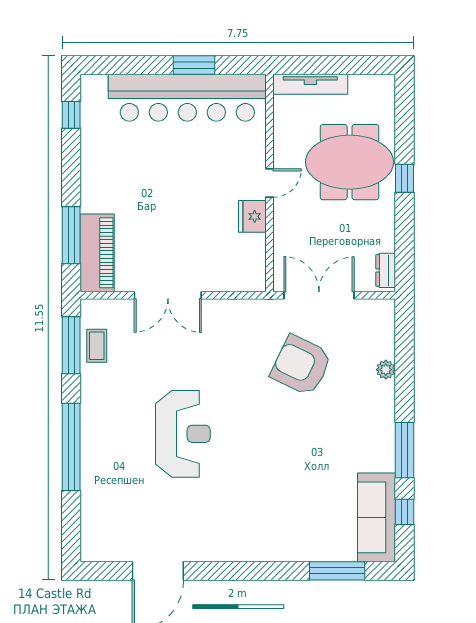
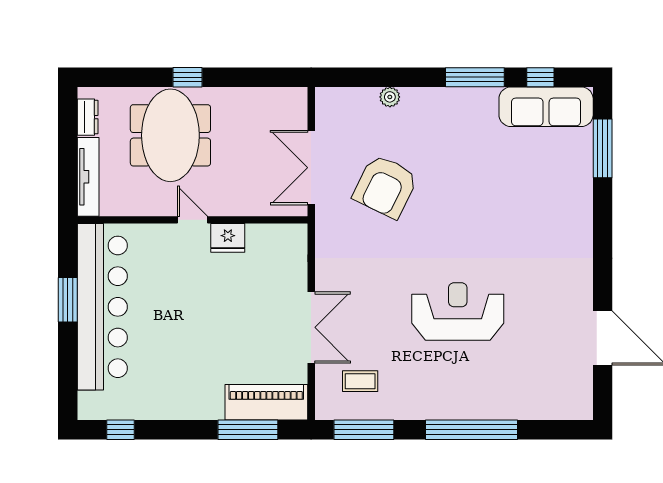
dresser: (386, 270) -> (88, 117), moved, turned -90
coffee table: (97, 346) -> (360, 381), moved

